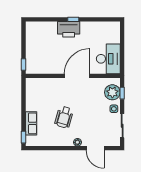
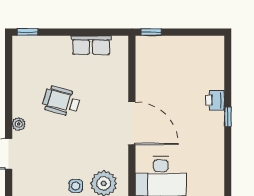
printer: (69, 29) -> (215, 100), width x0.53, depth x0.68
row of seats: (31, 123) -> (91, 45), moved

